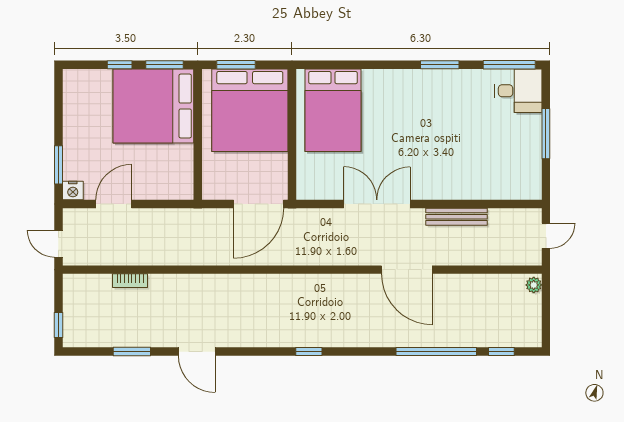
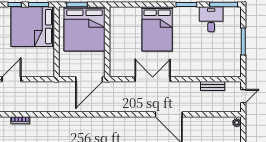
desk: (518, 91) -> (211, 19), moved, turned -90
bed: (333, 110) -> (157, 29), moved
bench: (456, 217) -> (213, 86), moved, width x0.73

